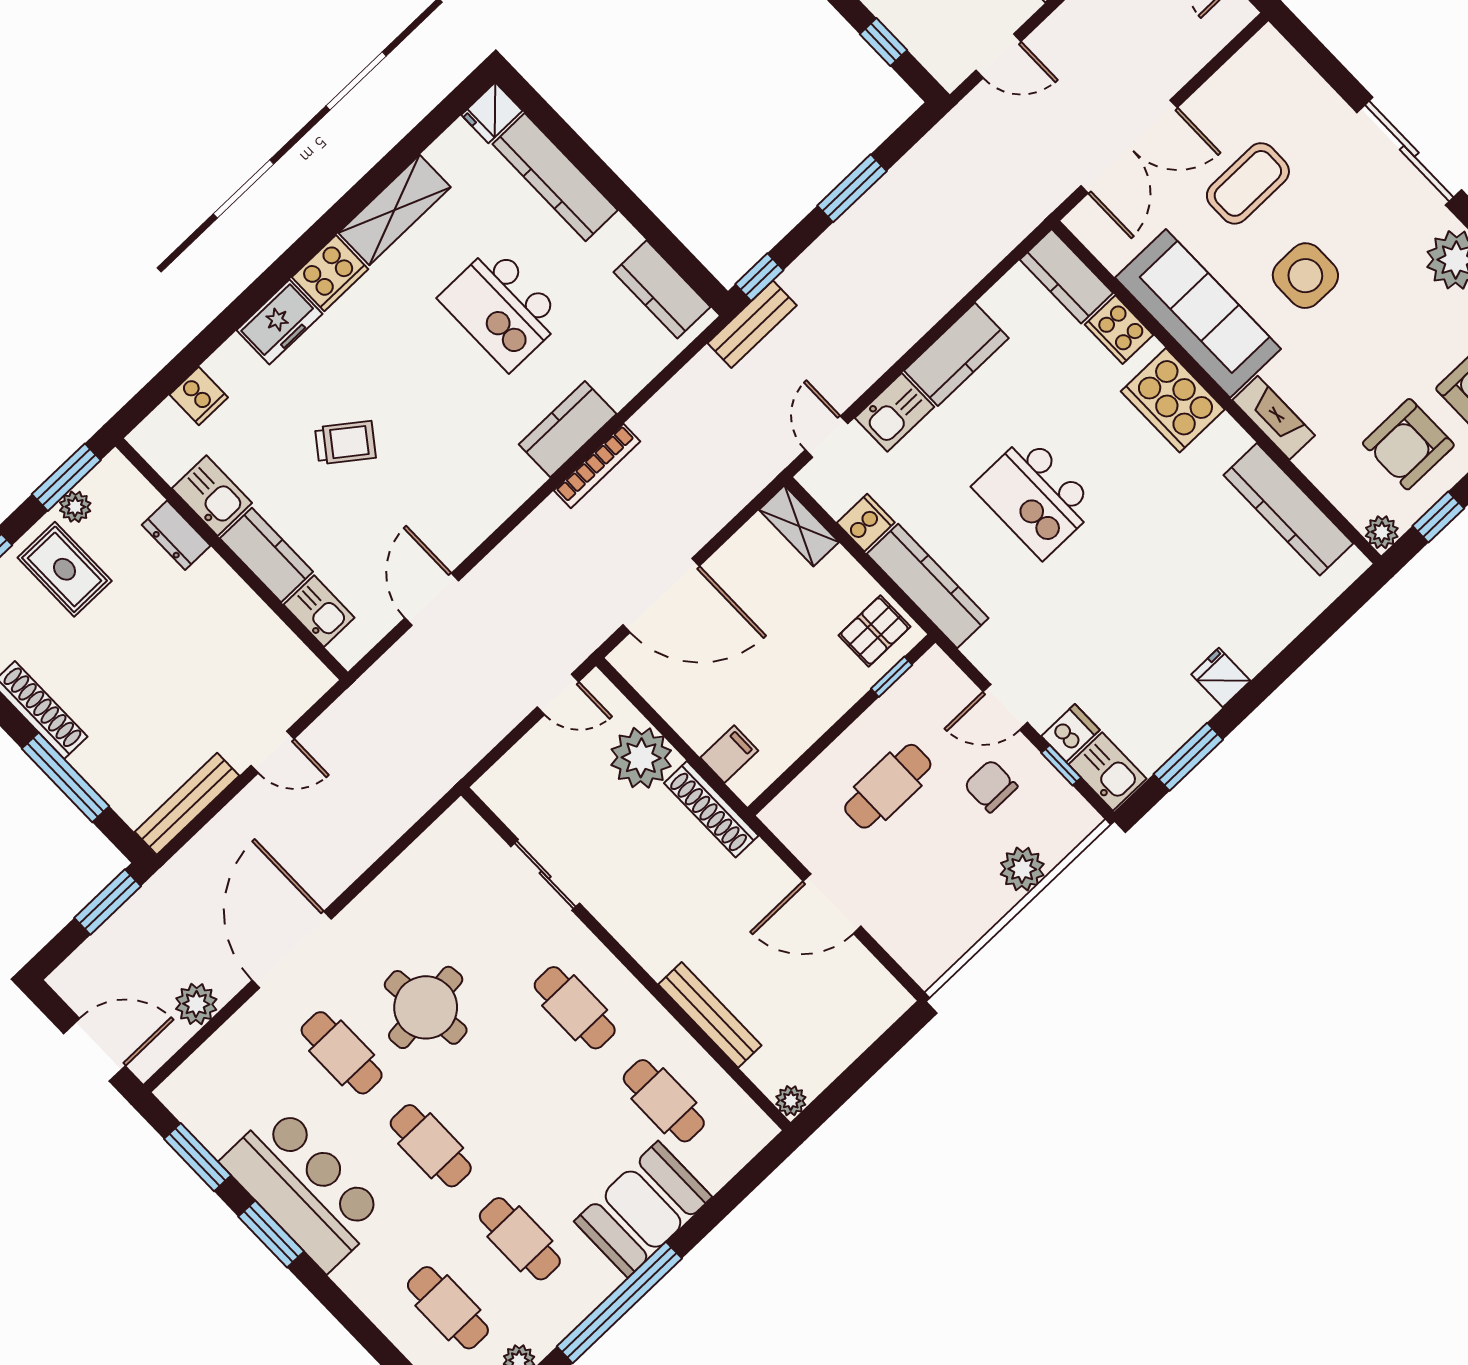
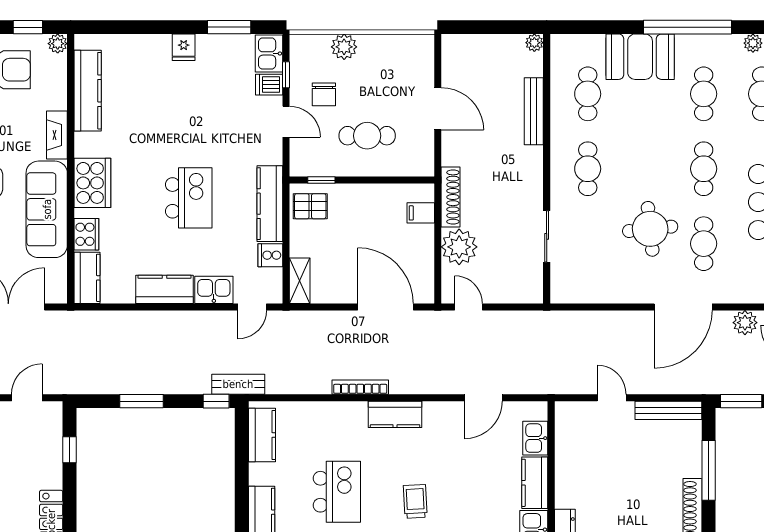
door: (998, 56) -> (27, 398), hinge flipped
kitchen counter: (568, 429) -> (395, 414), moved
trolley: (345, 443) -> (415, 501), moved, turned 50

